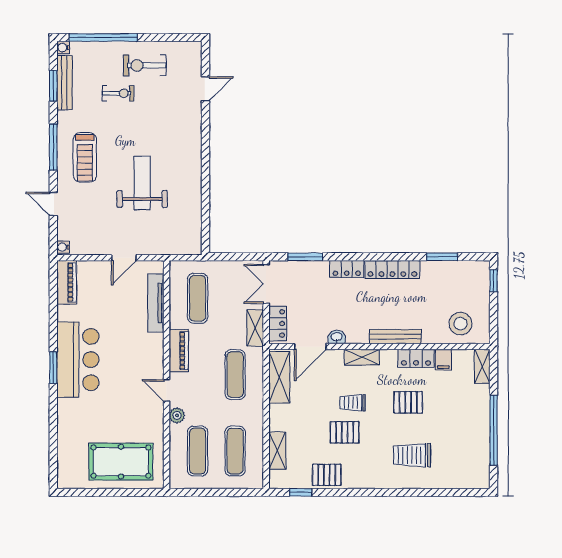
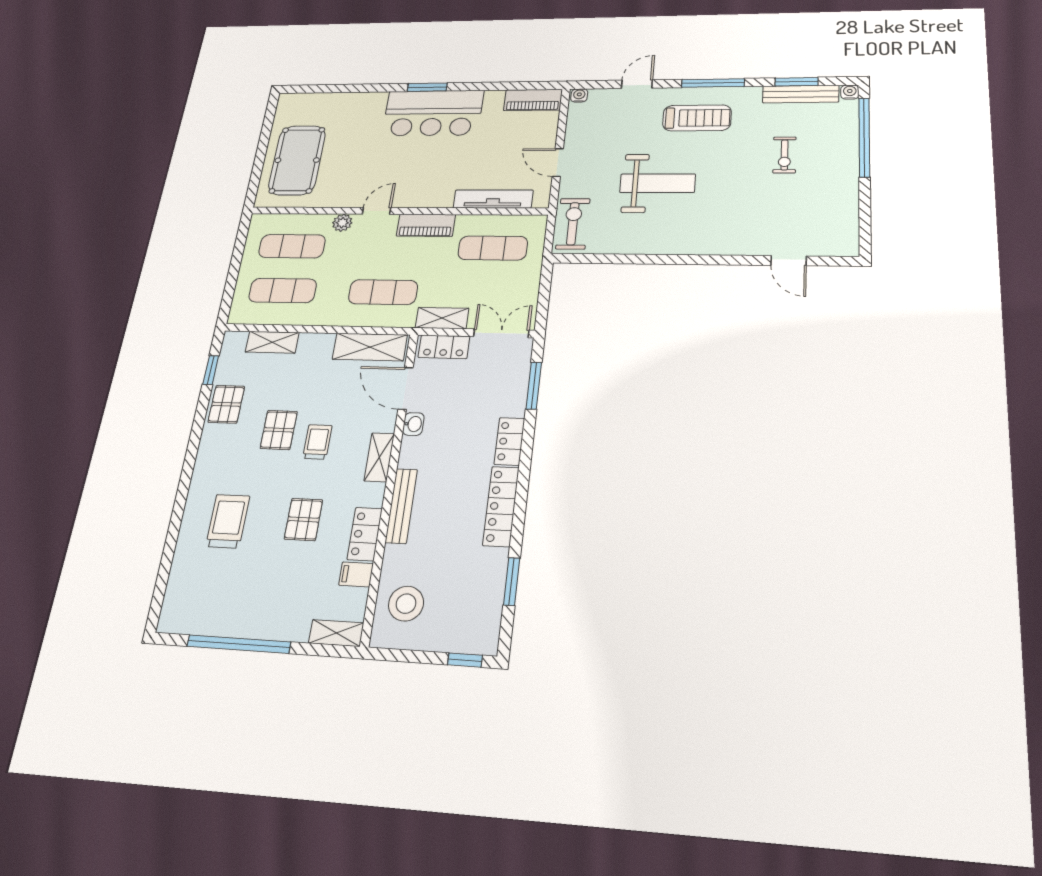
exercise bike: (145, 65) -> (573, 224), moved
treadmill: (85, 157) -> (697, 118), turned 180

